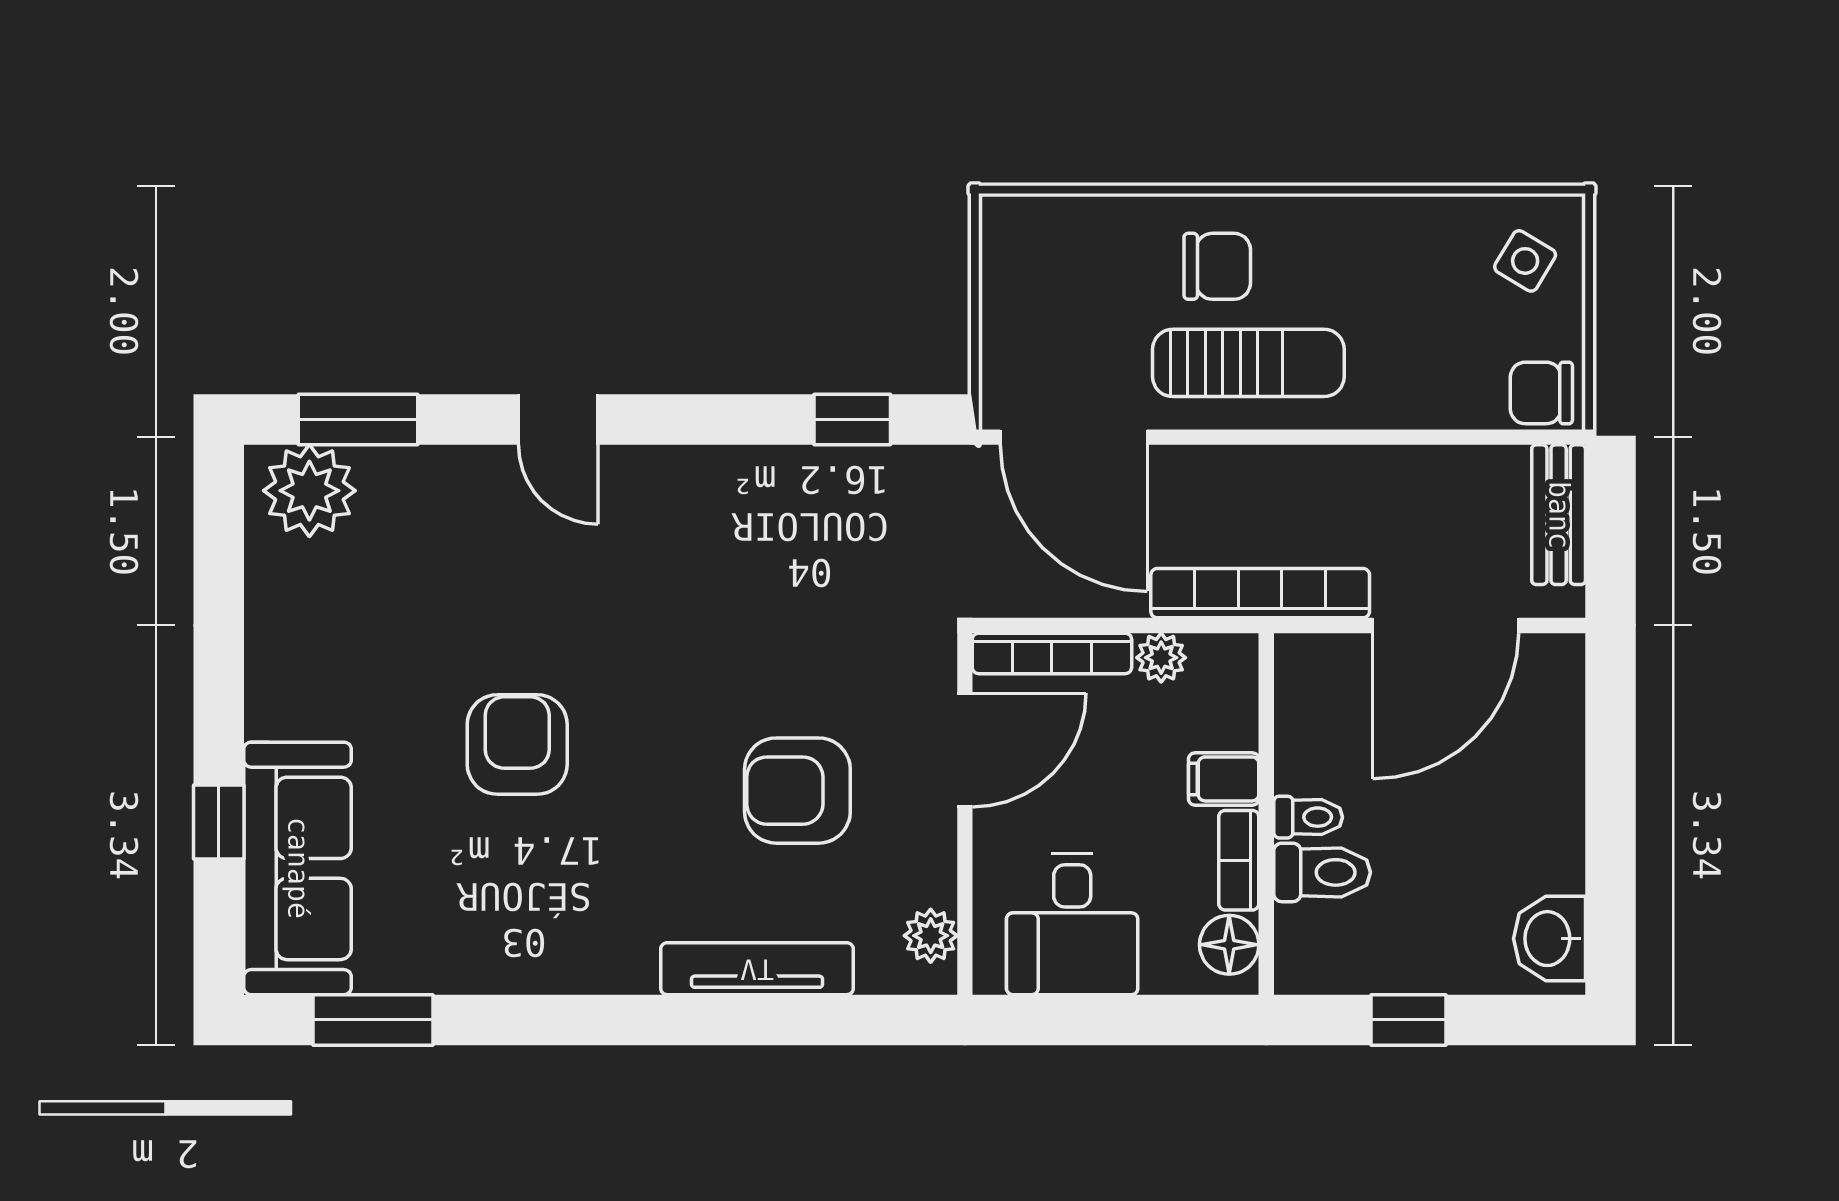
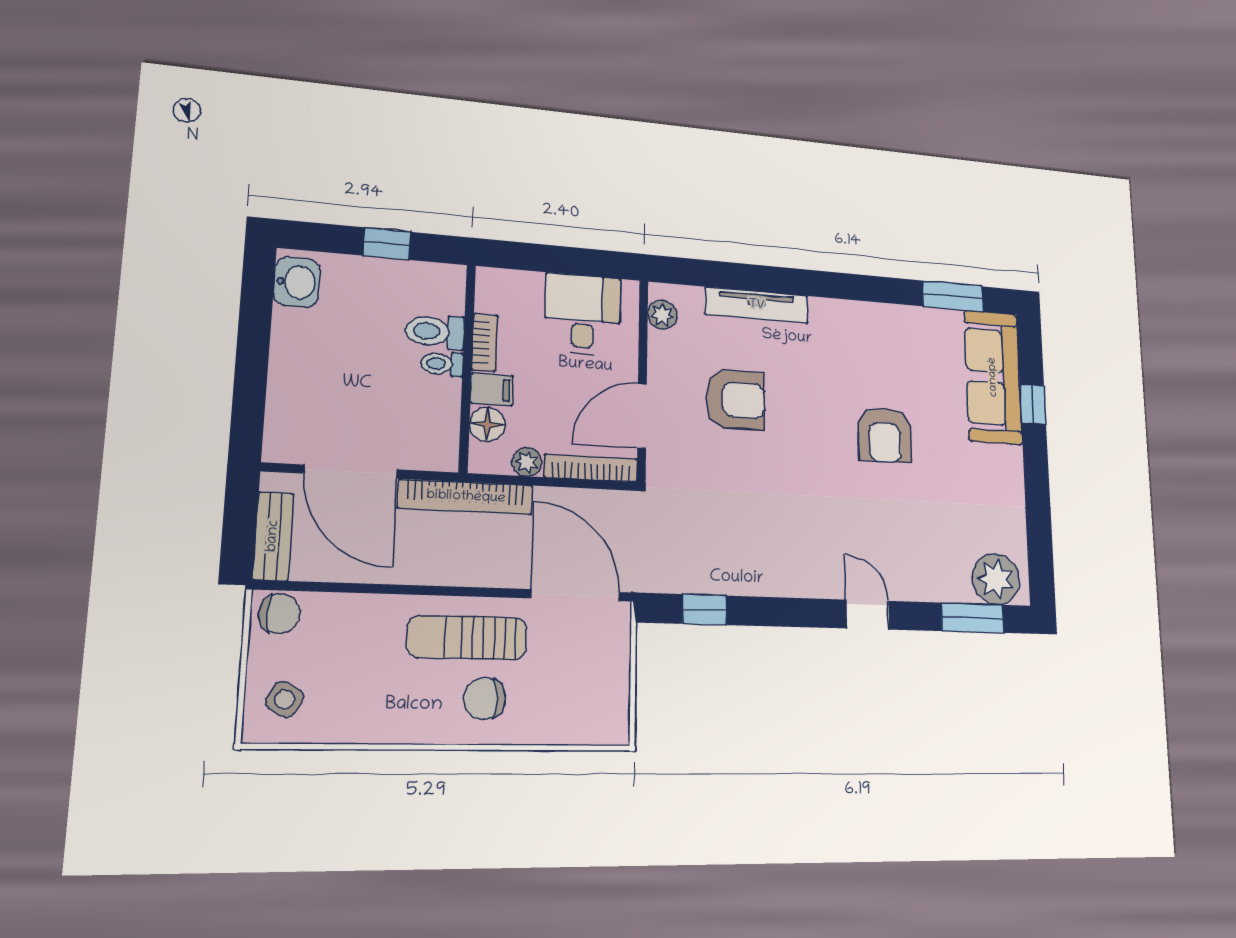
door: (1446, 625) -> (351, 472), swing flipped
floor lamp: (1229, 945) -> (487, 424), moved

